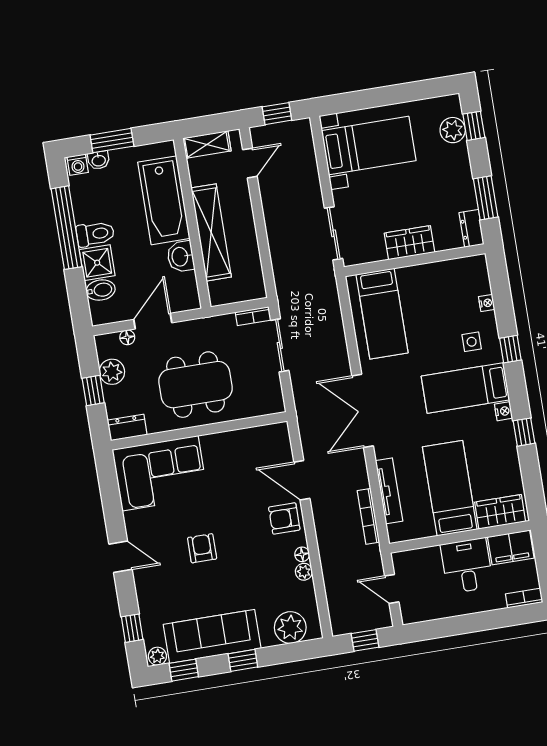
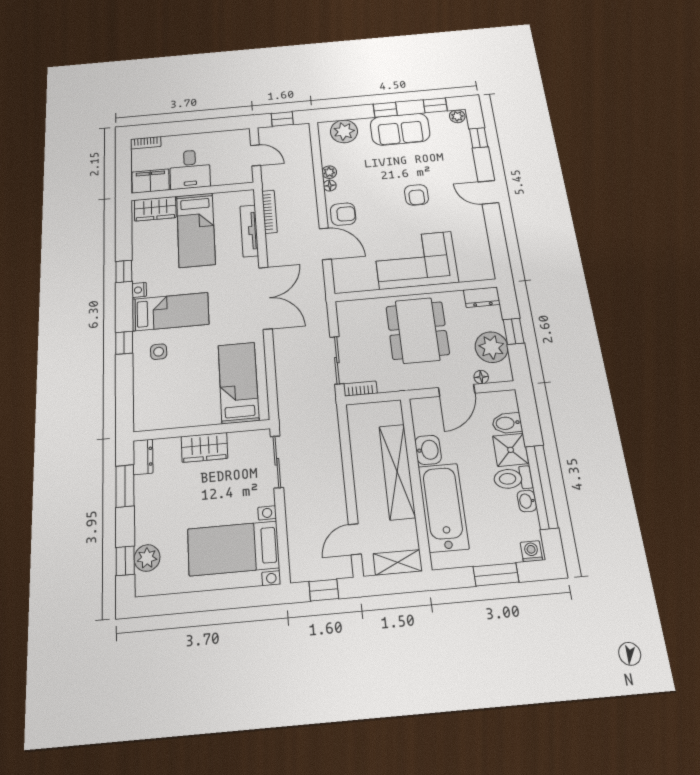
washbasin: (99, 160) -> (527, 501), moved, turned -90
nightstand: (487, 303) -> (139, 386), removed
plant: (112, 372) -> (492, 347), width x1.36, depth x1.36
dining table: (196, 385) -> (418, 330), turned 90
corner sofa: (160, 473) -> (416, 260), moved
sofa: (212, 636) -> (400, 129), width x0.73

